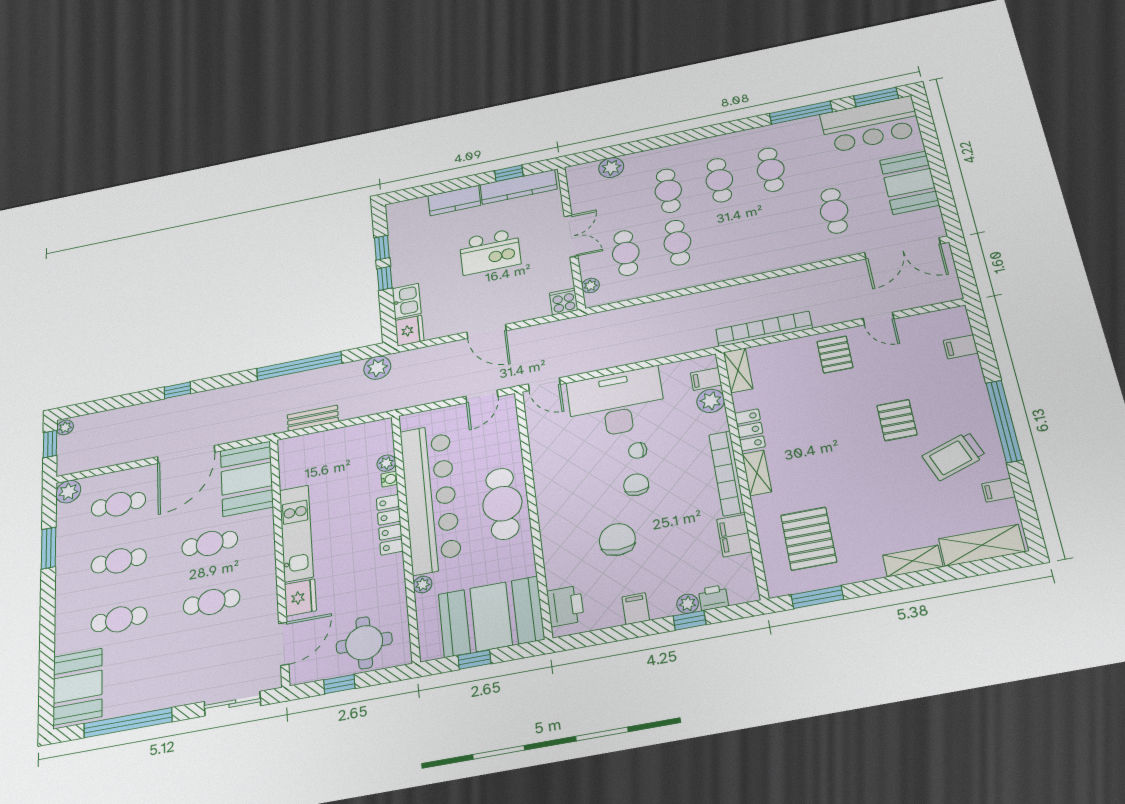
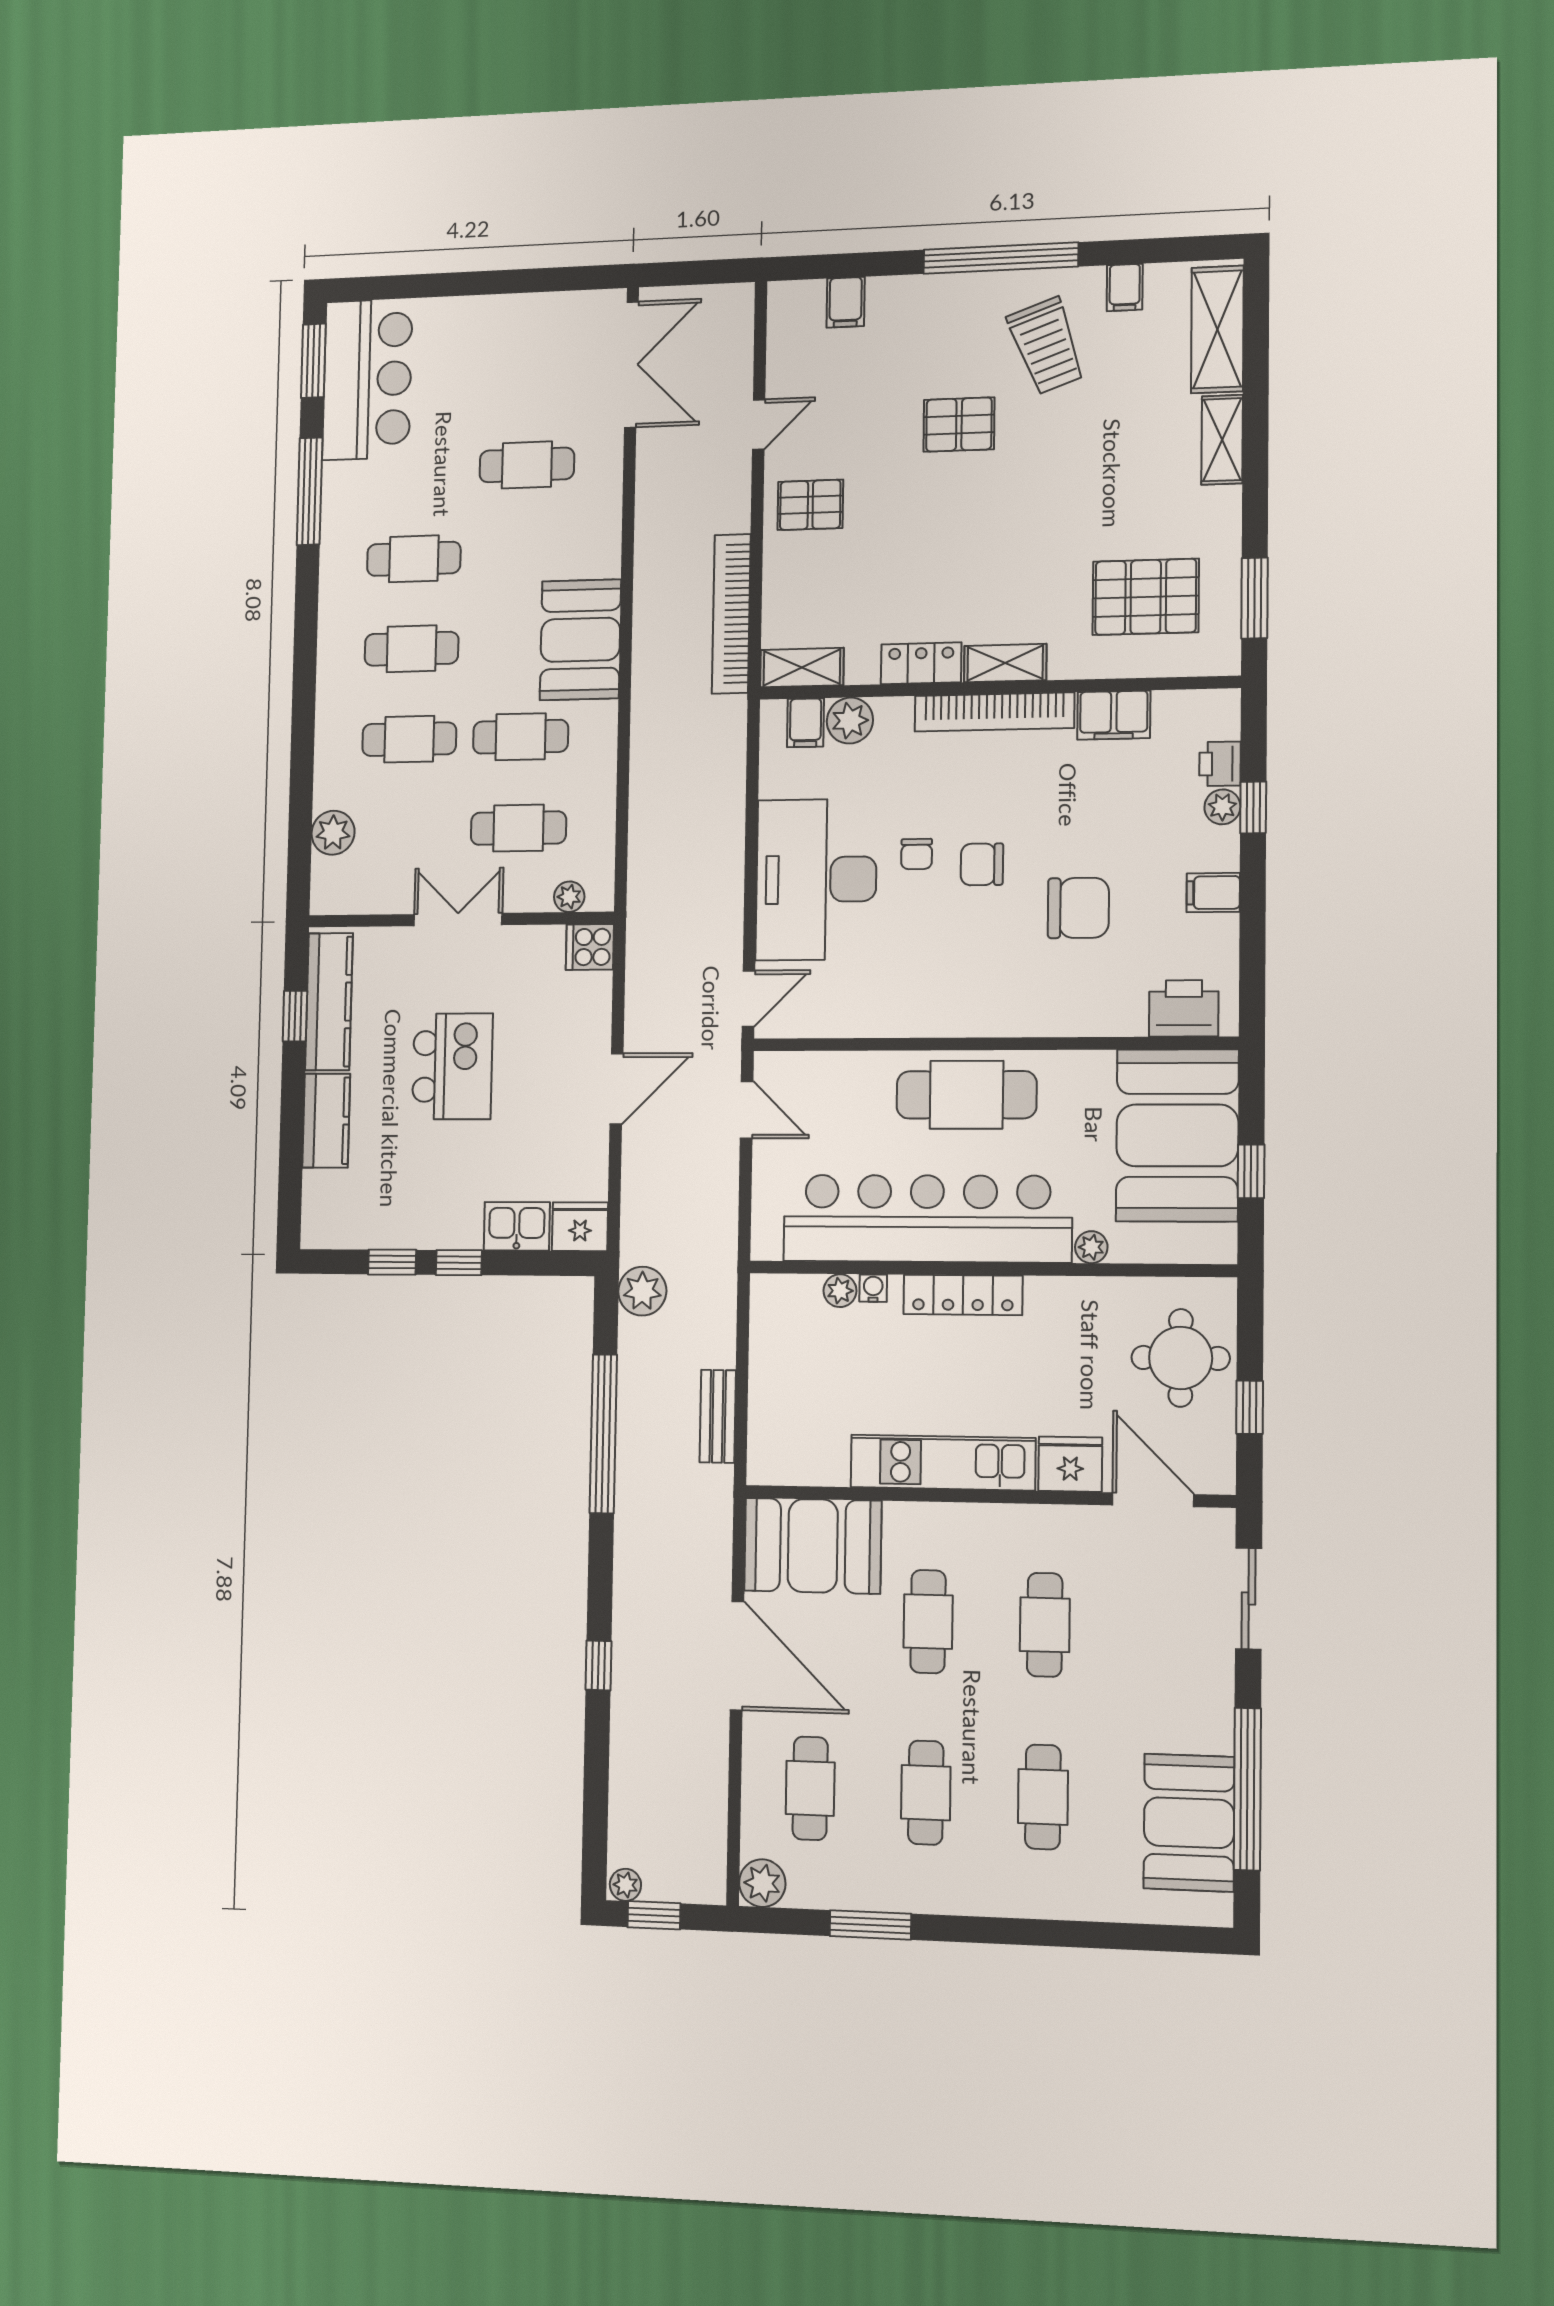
booth: (909, 183) -> (580, 640), moved, turned 90
chair: (617, 540) -> (1078, 908), turned 180
booth: (78, 687) -> (1189, 1823), moved, turned 90

